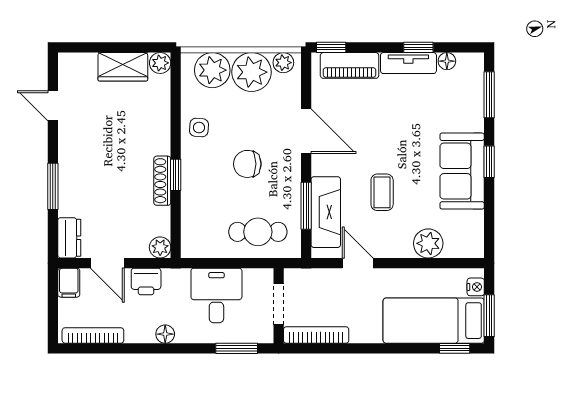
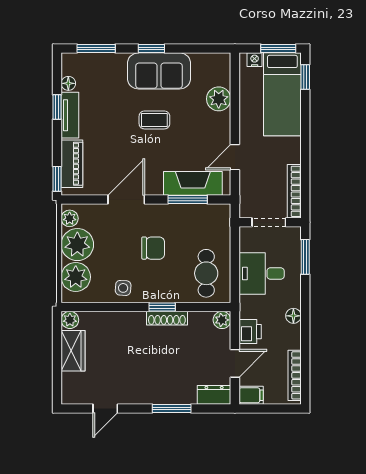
chair: (247, 164) -> (153, 248), turned -90
coffee table: (382, 192) -> (154, 120), moved
cafe table: (258, 232) -> (206, 273), moved

